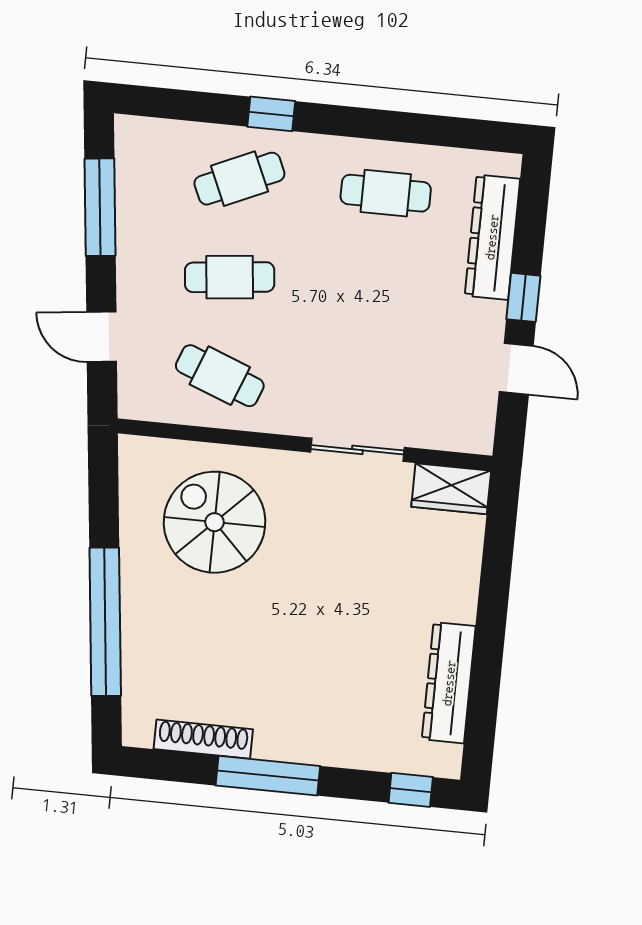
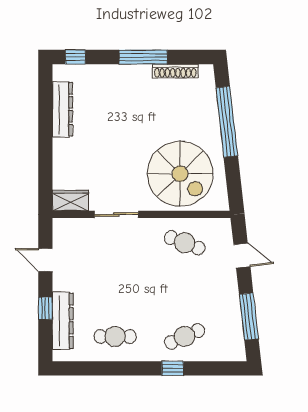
cafe table: (230, 277) -> (185, 290), removed
window: (523, 297) -> (45, 308), moved
spiral stairs: (215, 522) -> (180, 174), width x1.37, depth x1.37

